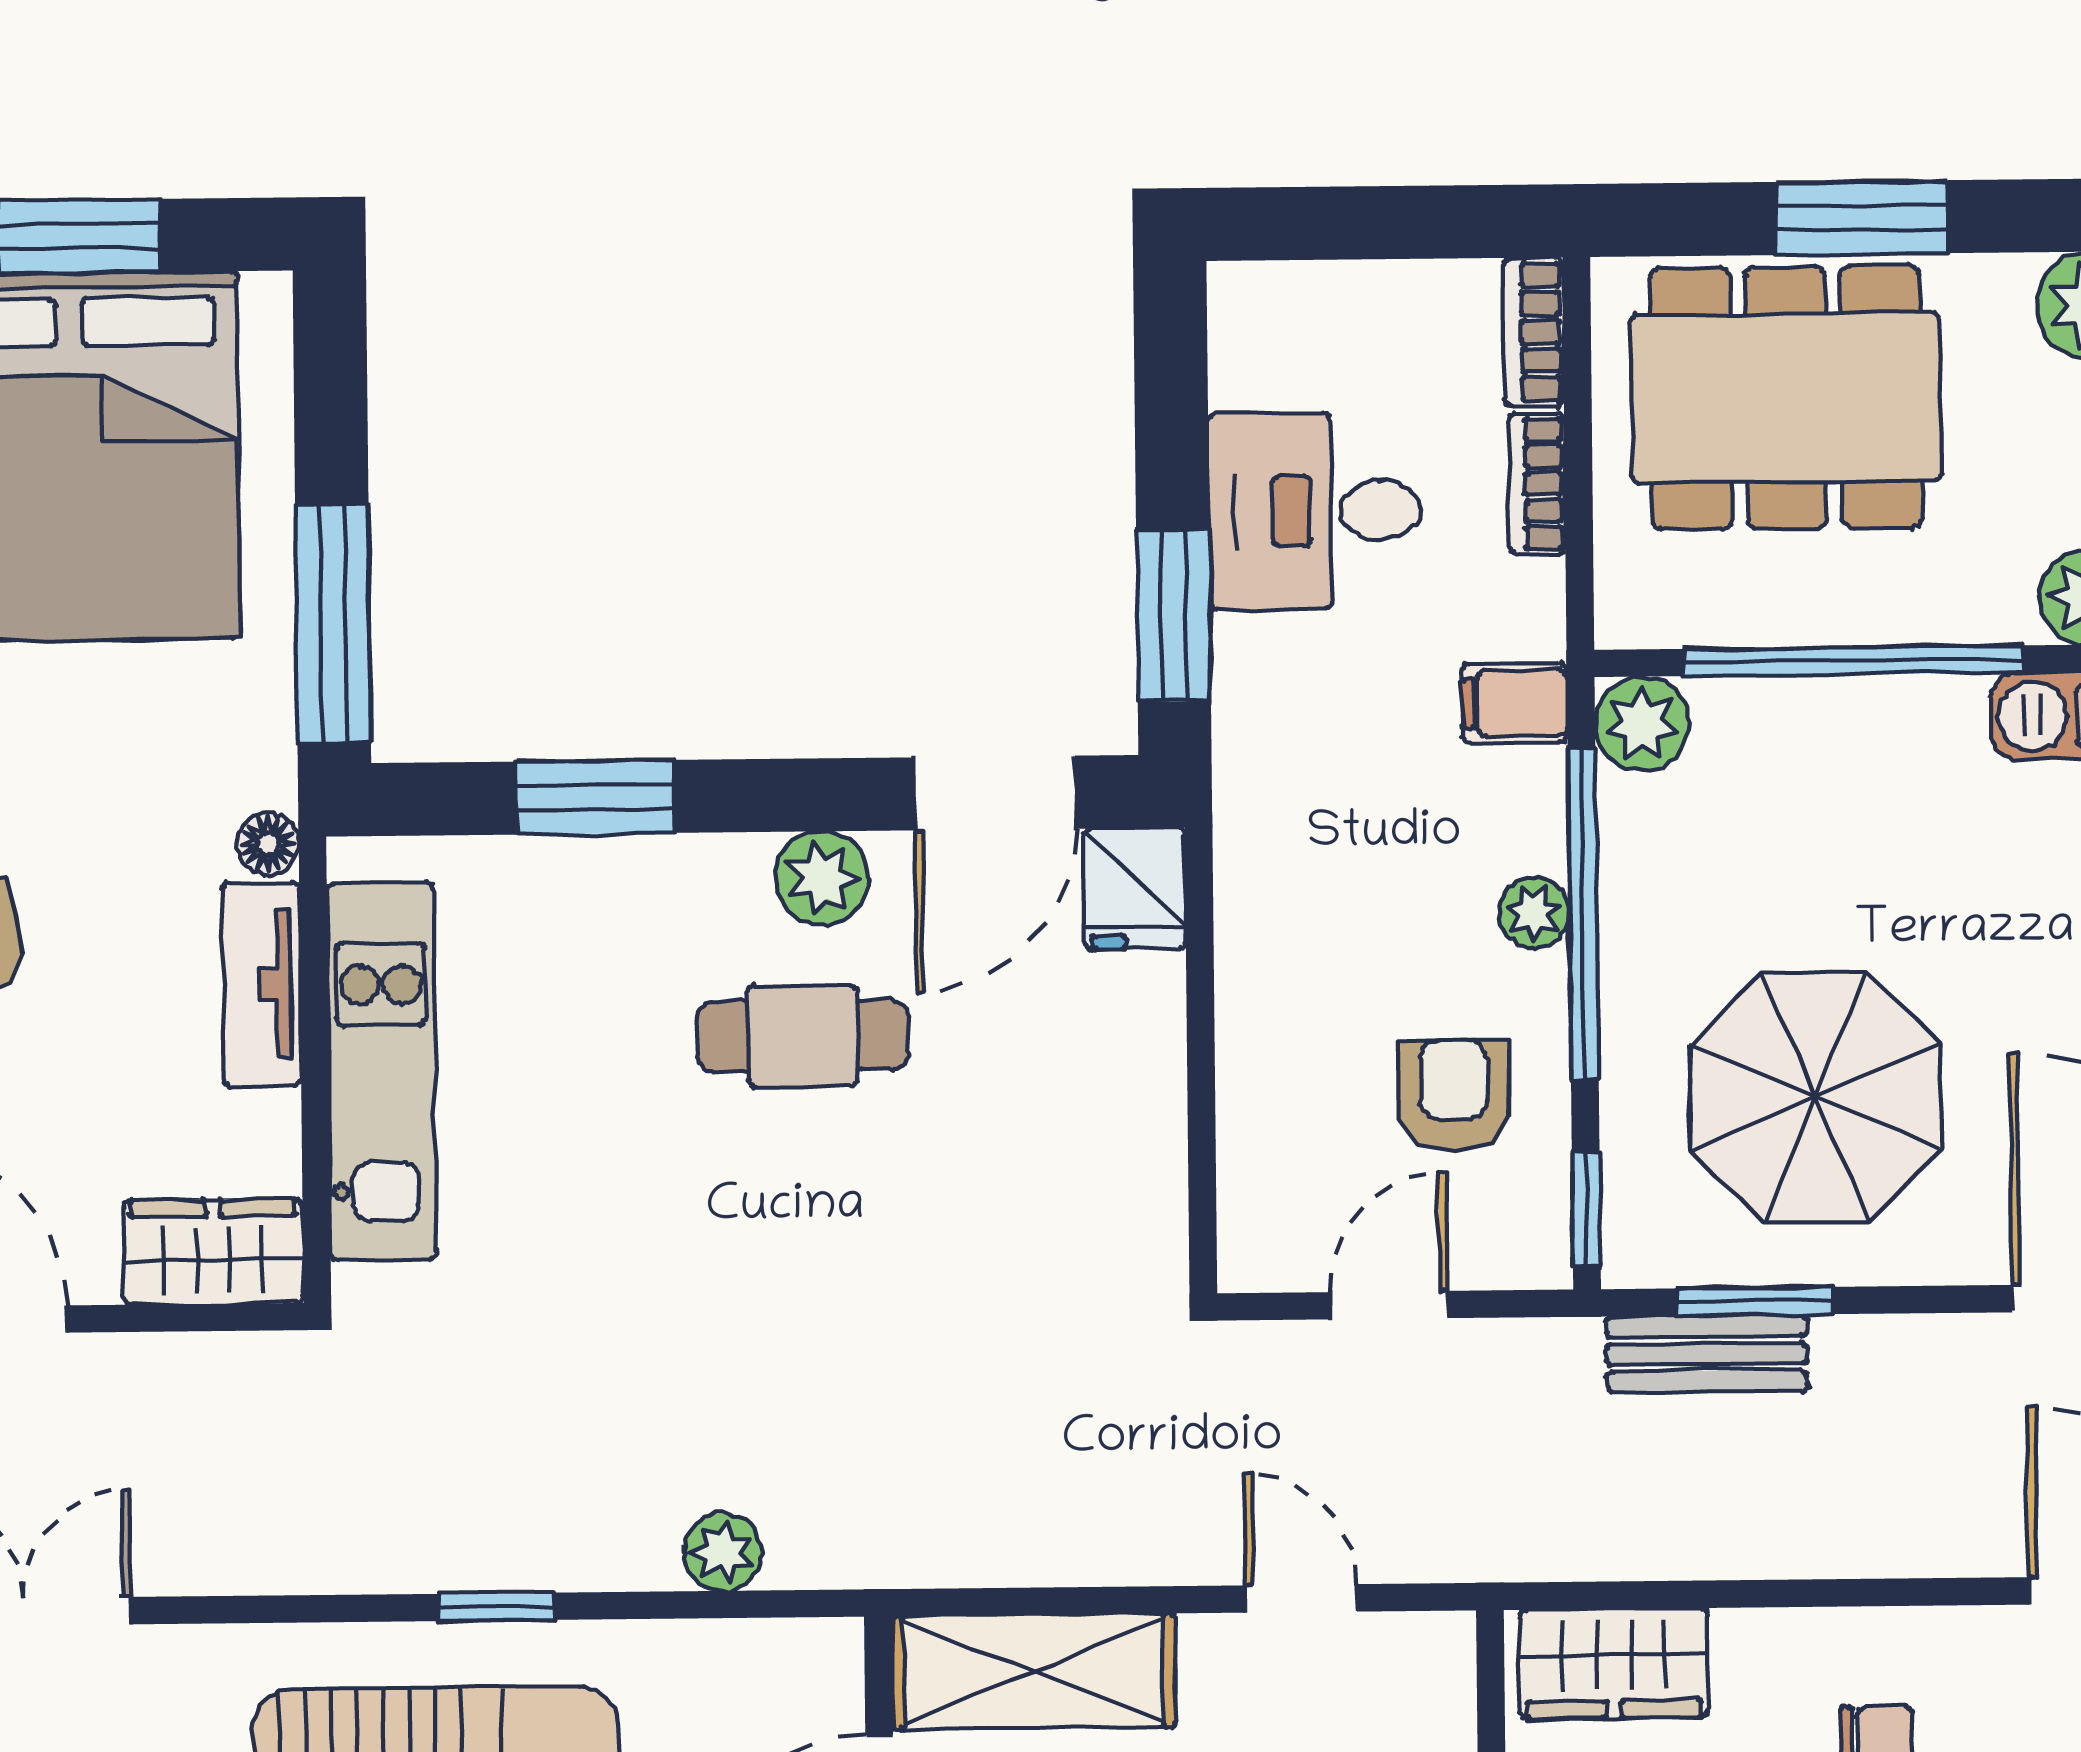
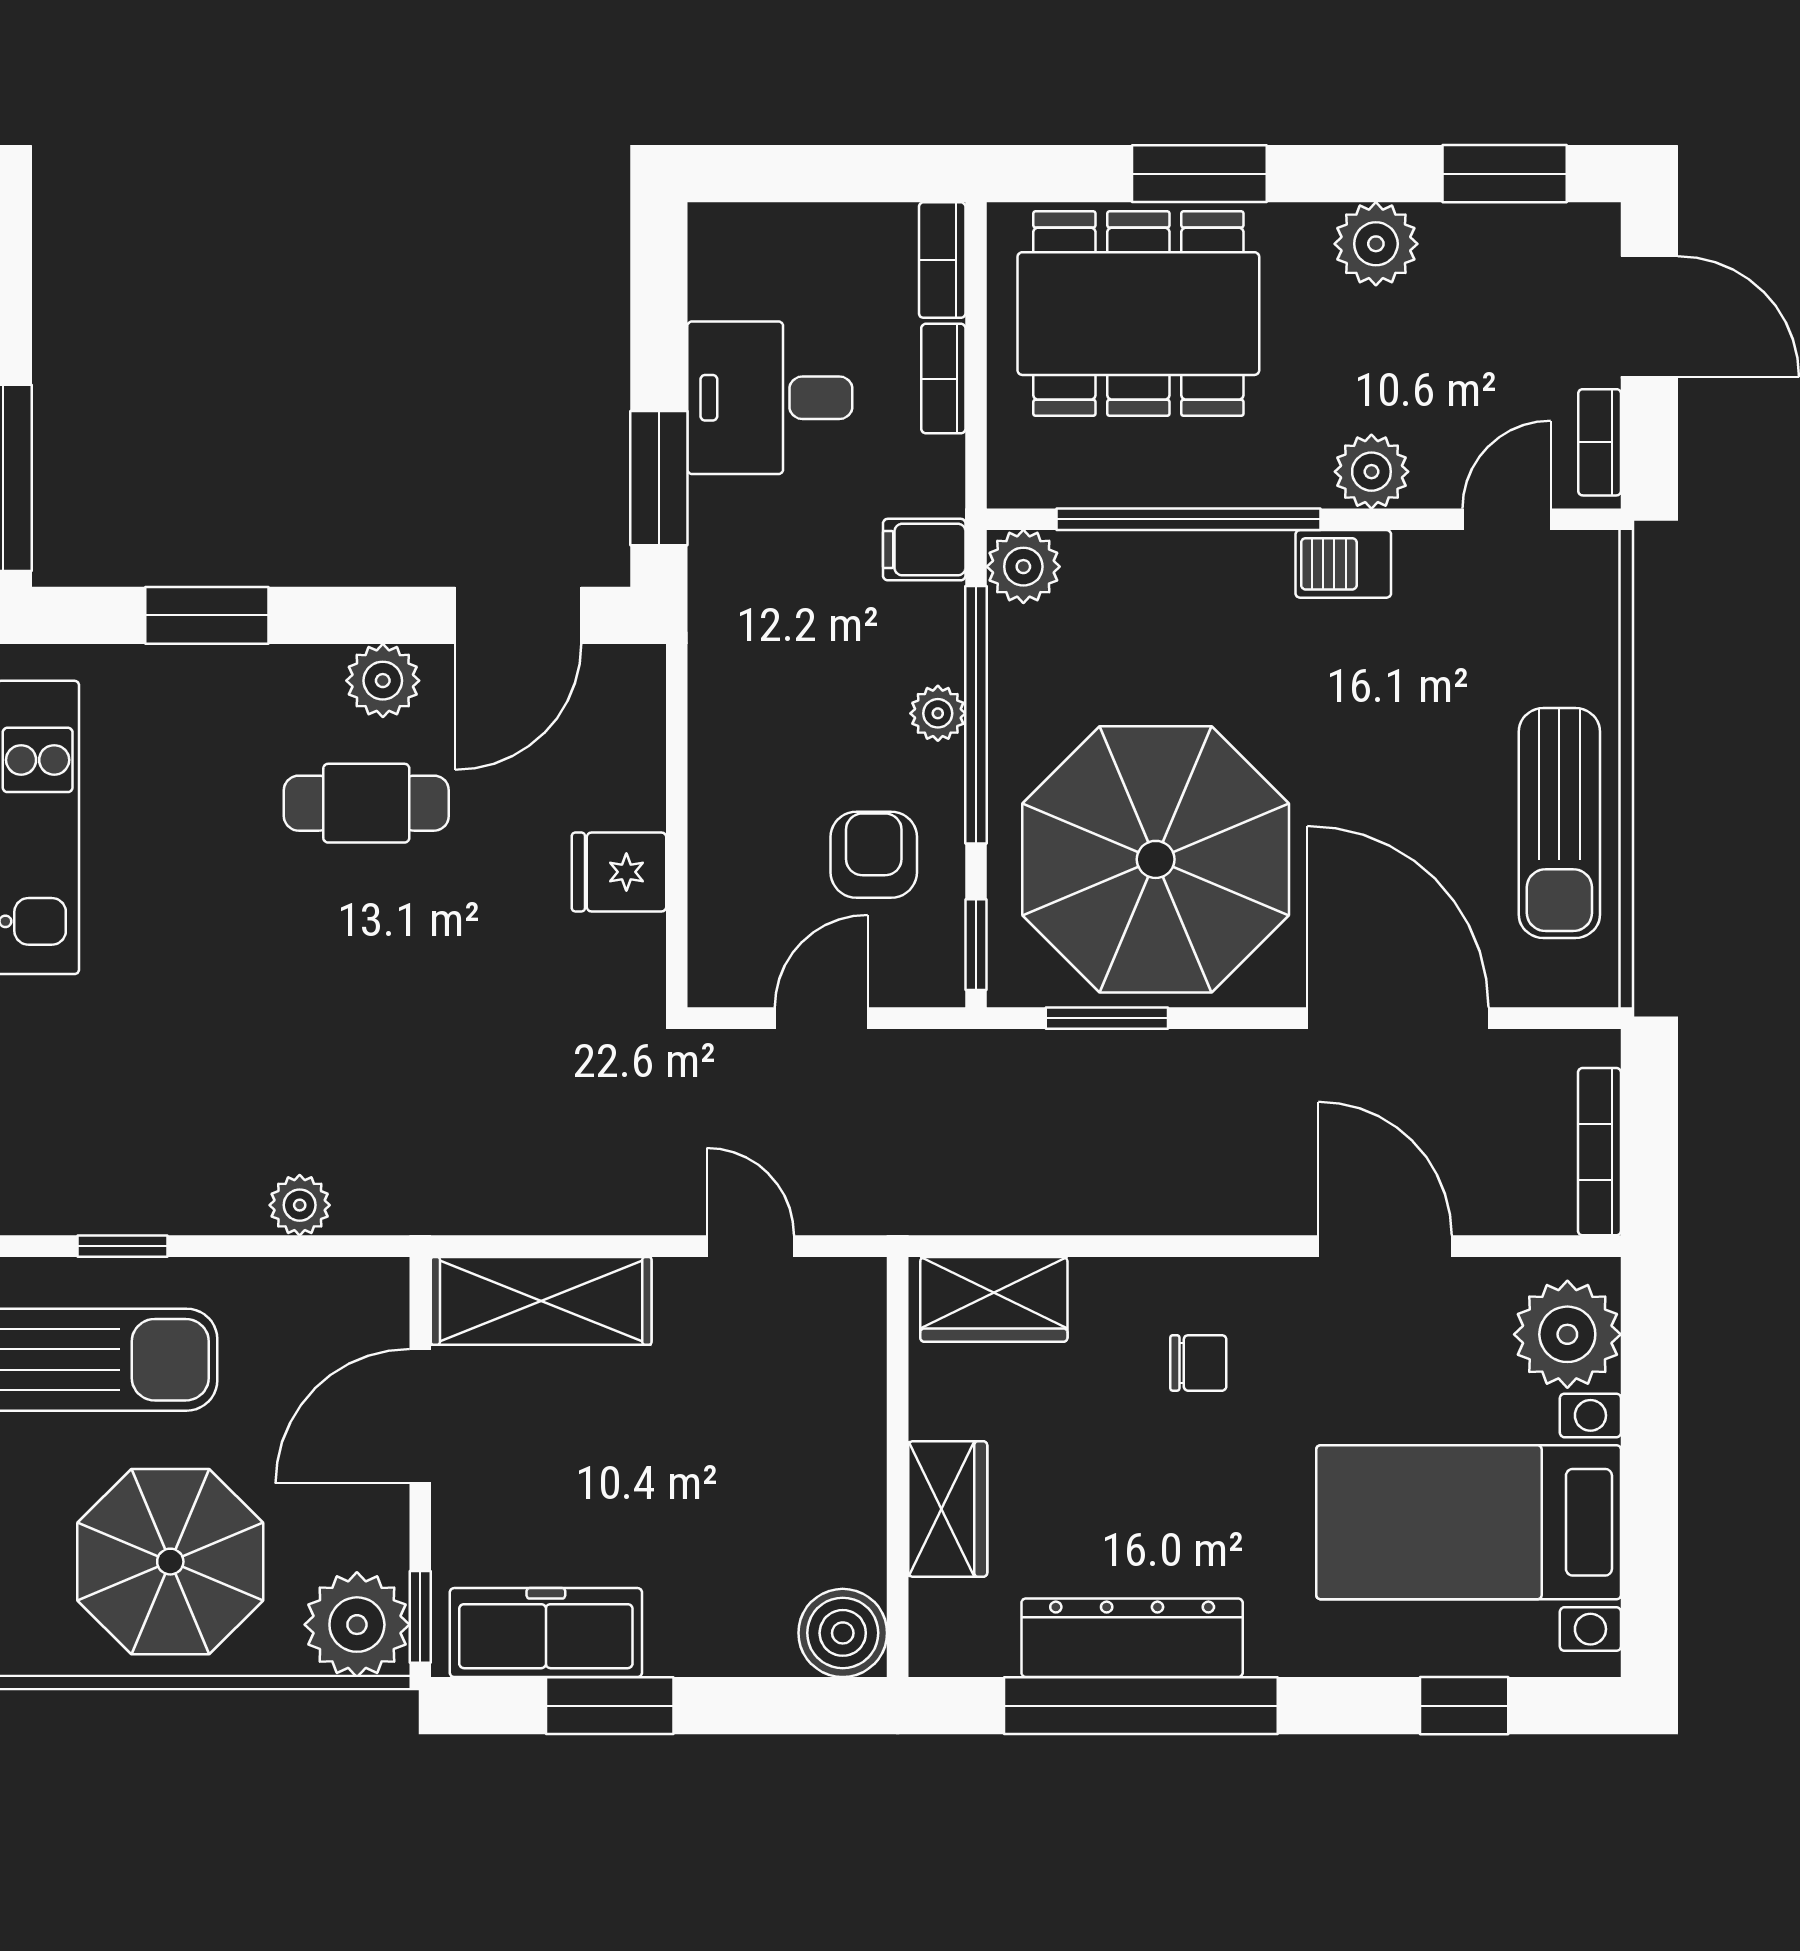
fridge: (1135, 889) -> (619, 872), moved, turned 90
parasol: (1815, 1097) -> (1156, 859), width x1.36, depth x1.36
bench: (1707, 1354) -> (1069, 1059), removed

